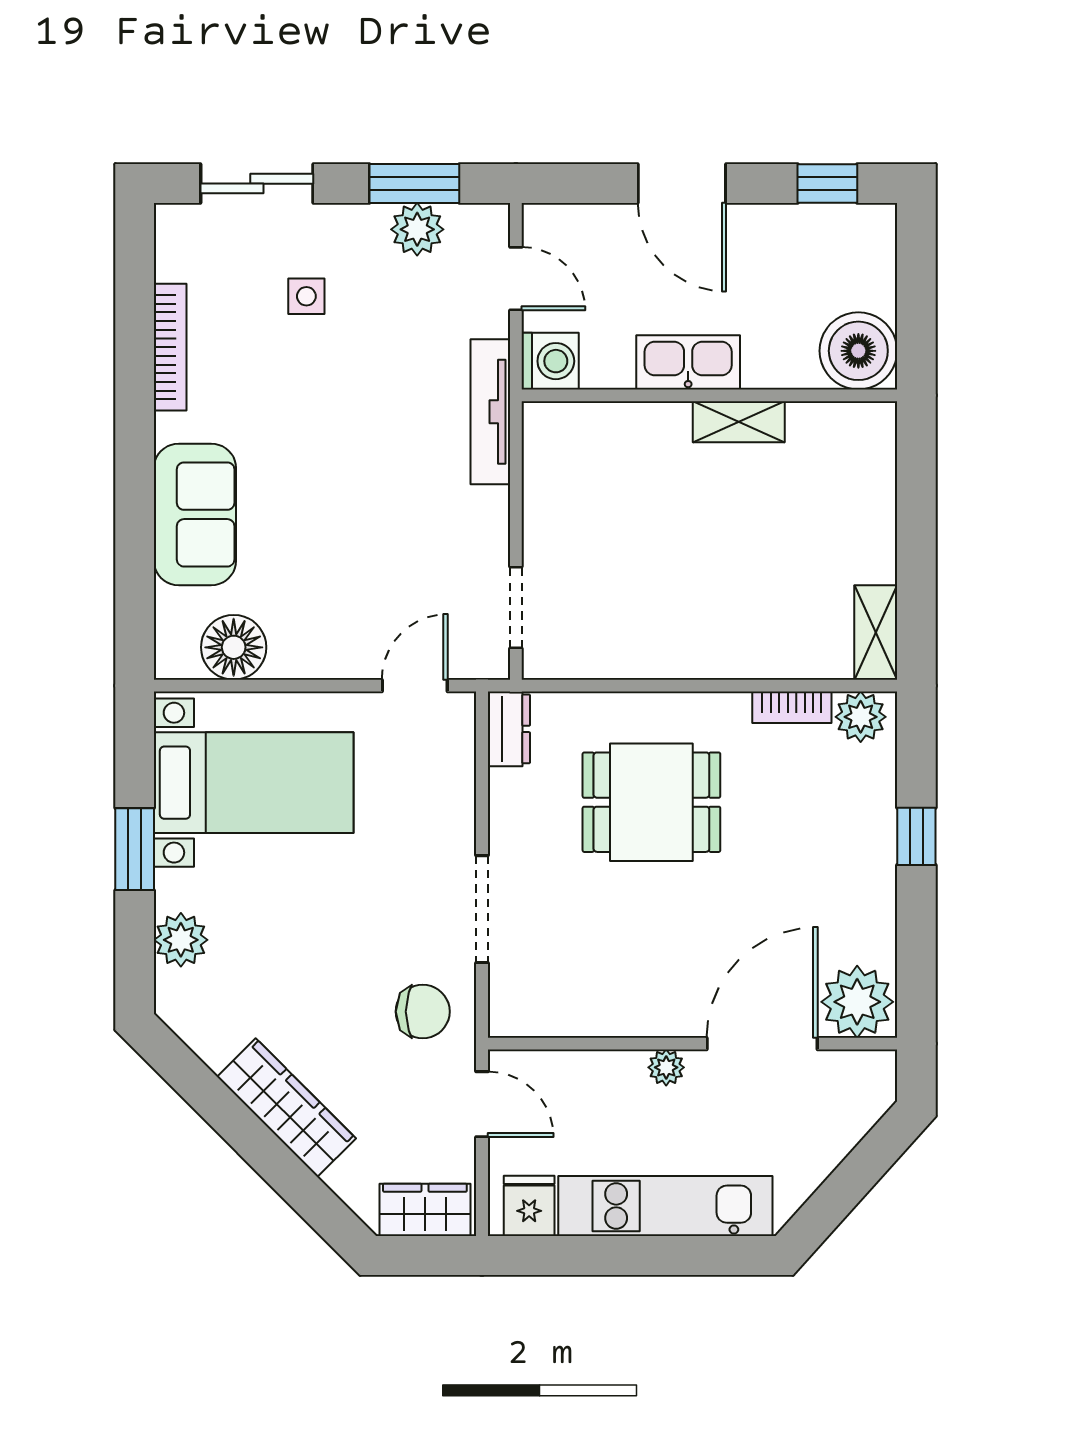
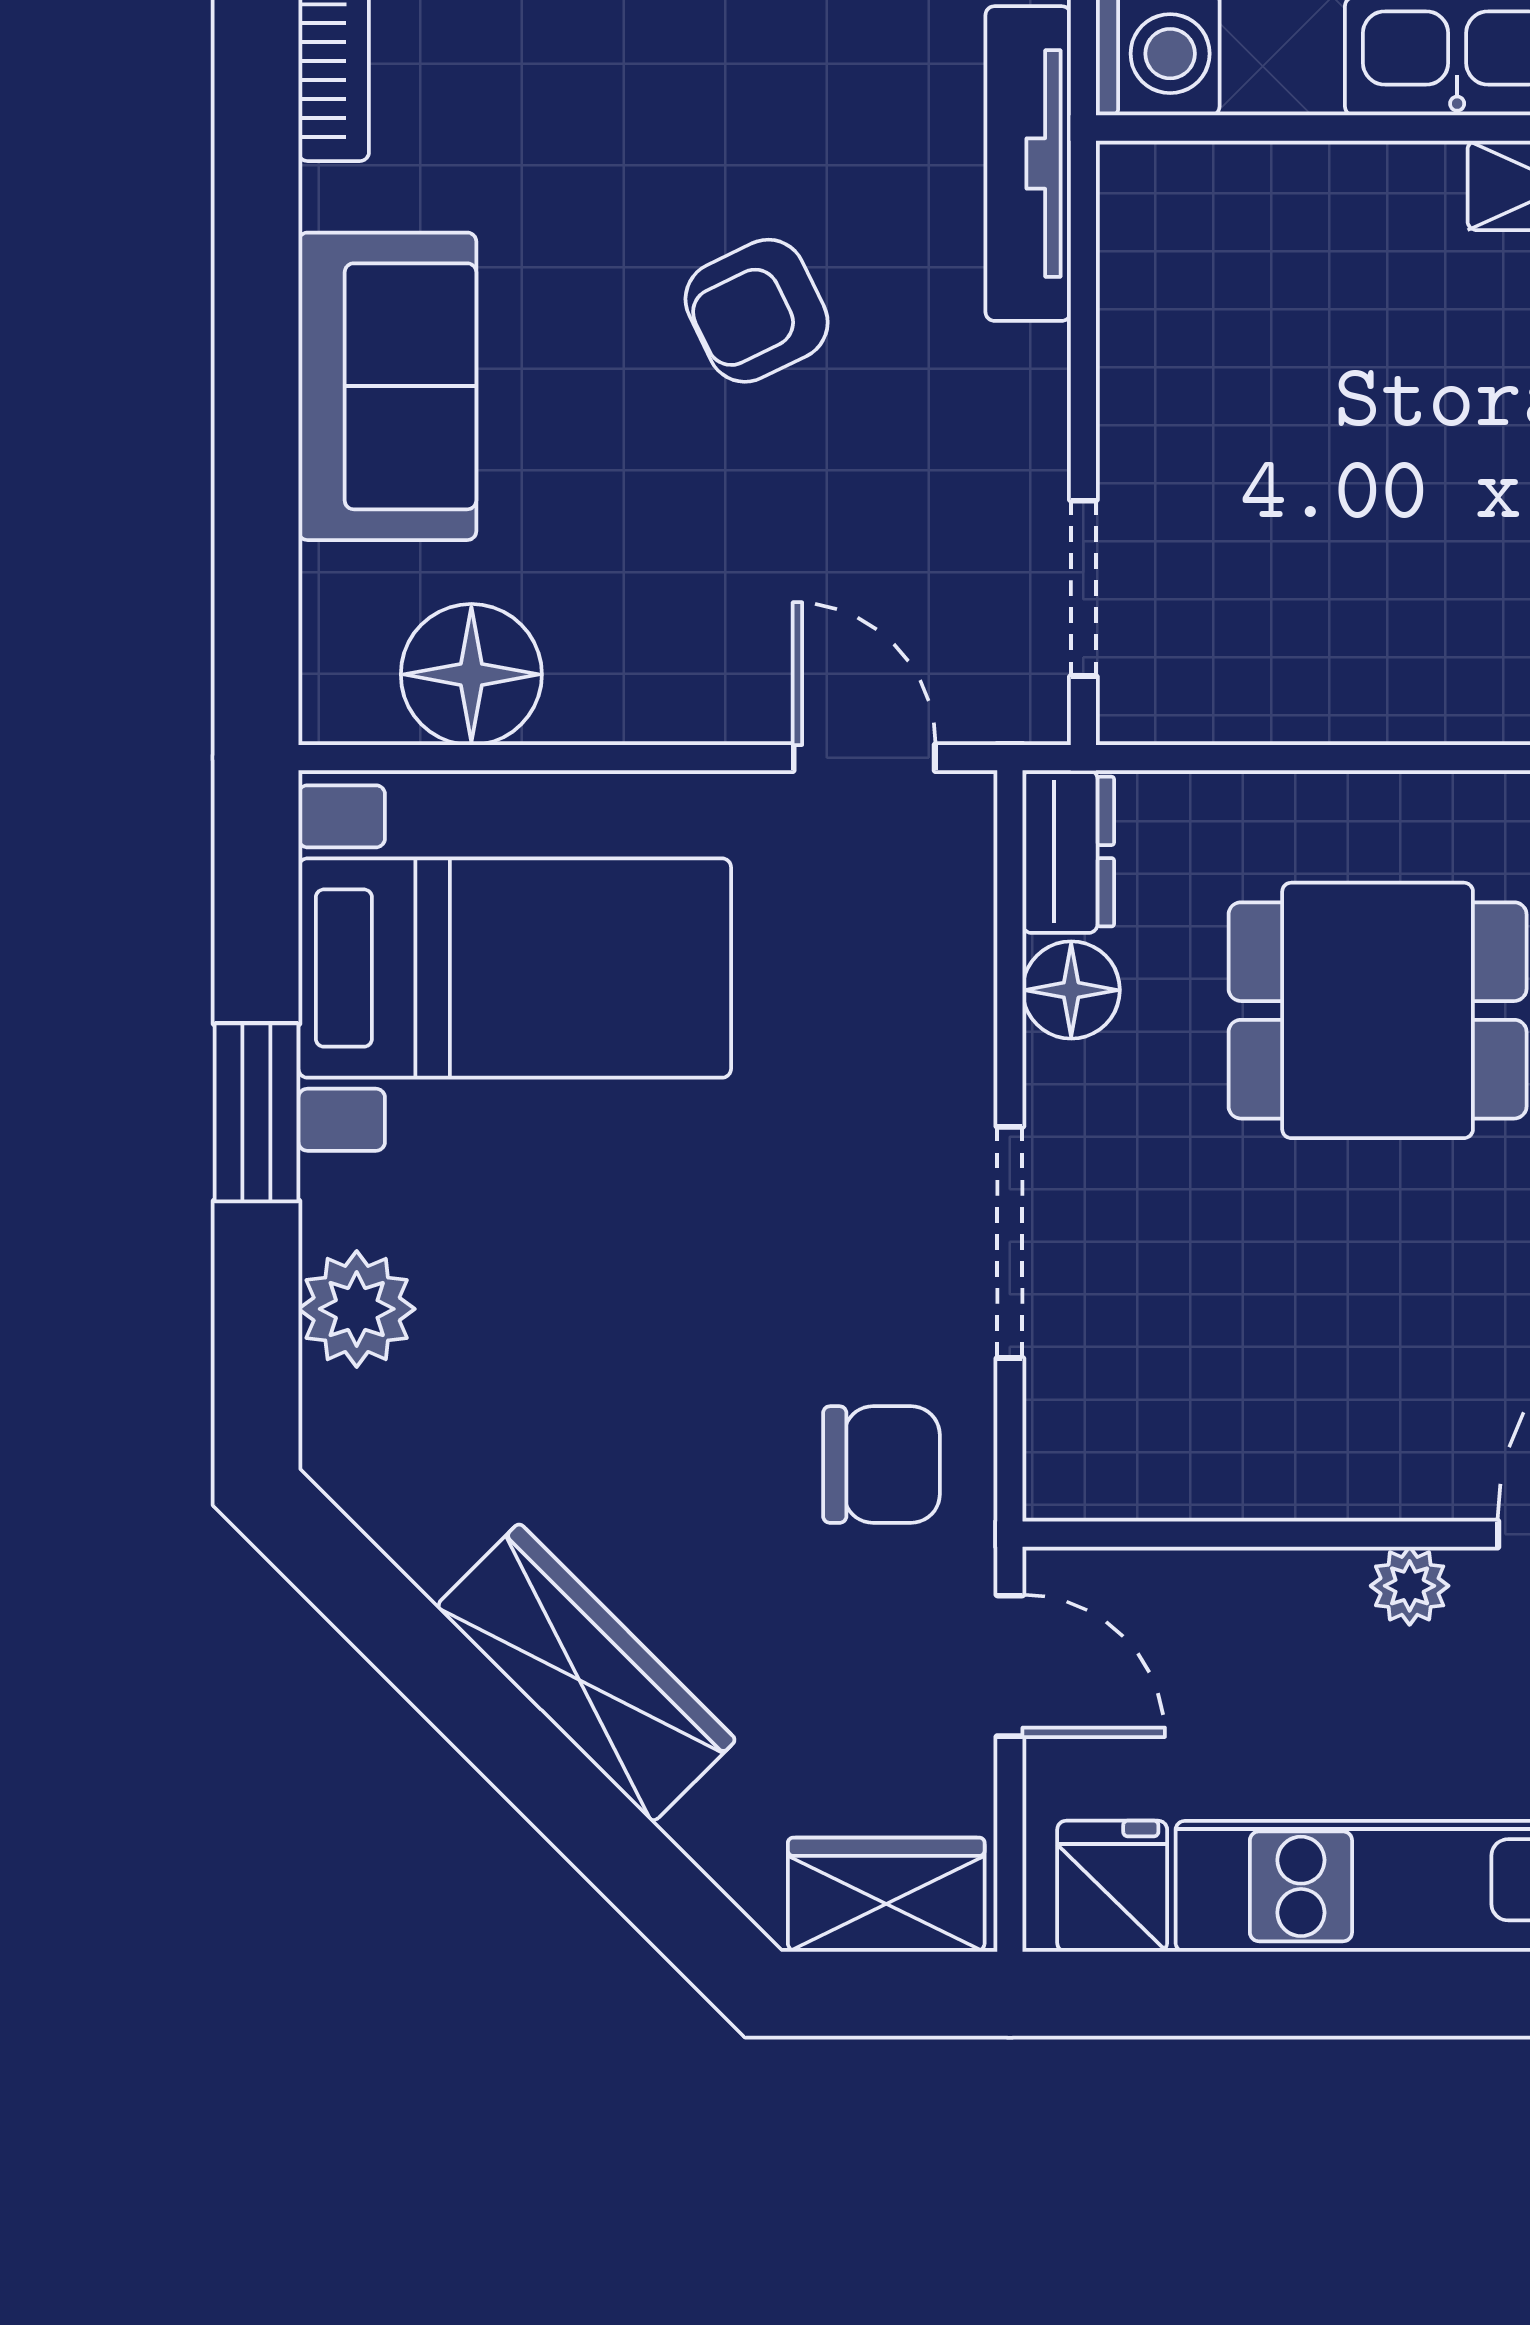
armchair: (365, 480) -> (757, 311), added
door: (415, 686) -> (864, 758), hinge flipped
floor lamp: (510, 793) -> (1071, 990), added

